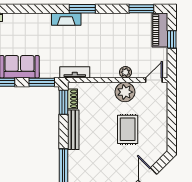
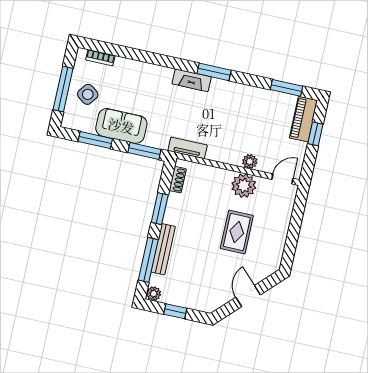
window: (64, 102) -> (160, 209), moved
bench: (73, 130) -> (163, 249), moved

